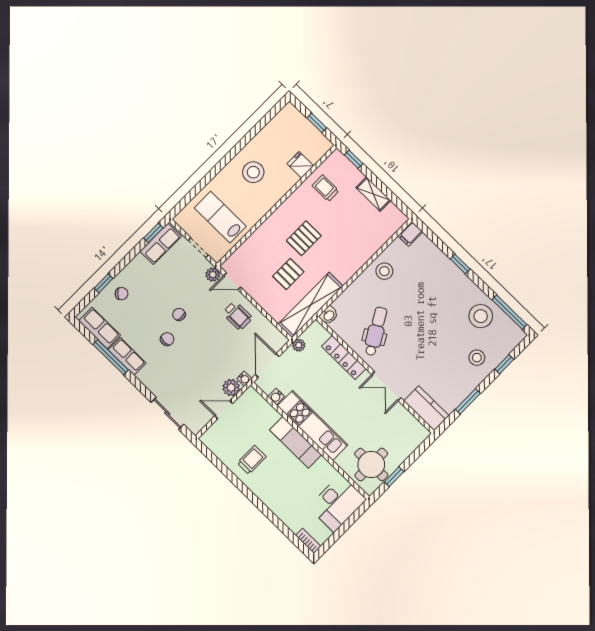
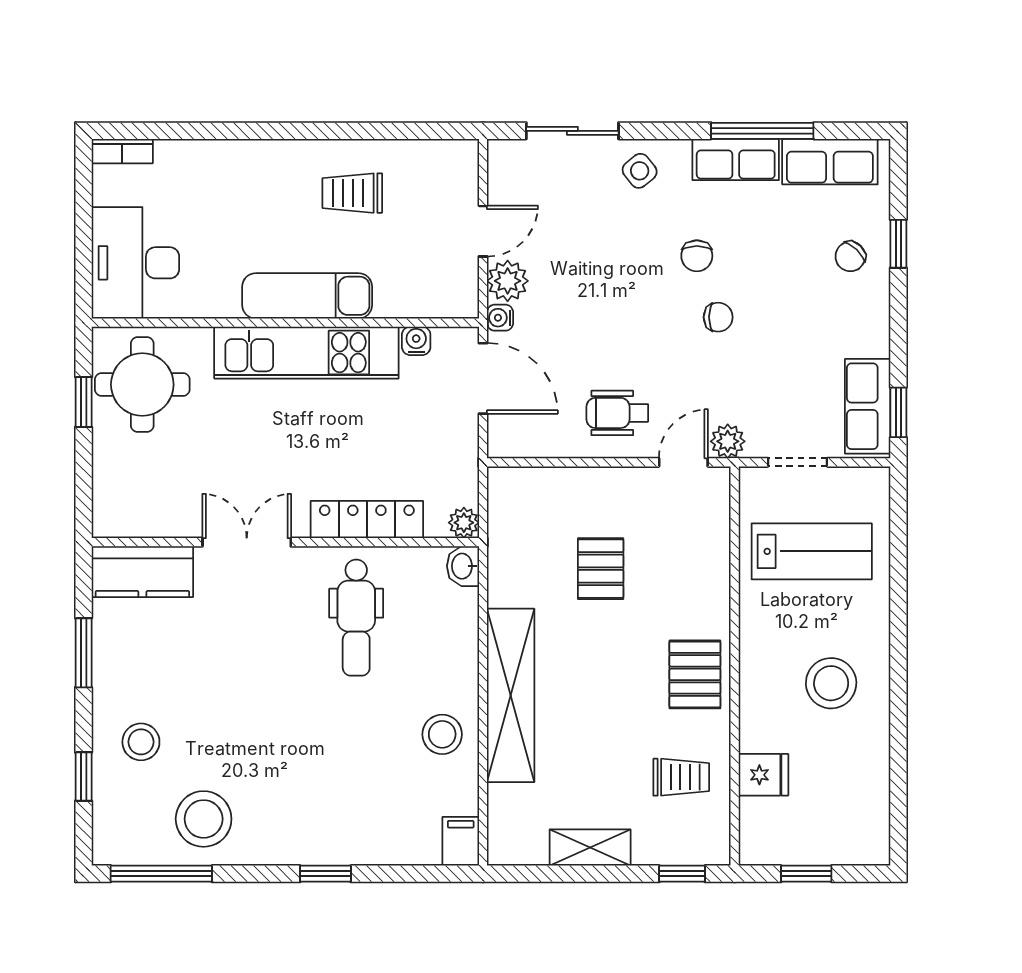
pallet: (304, 238) -> (695, 674), moved
shelving: (311, 305) -> (511, 695), moved
dental chair: (376, 331) -> (356, 618), turned 30
plant: (299, 345) -> (464, 523), moved
side table: (159, 381) -> (640, 171), added
trolley: (252, 460) -> (352, 193), turned 90

